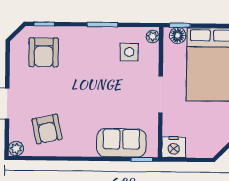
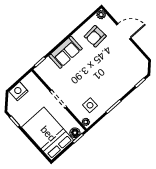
armchair: (44, 52) -> (129, 70), removed
armchair: (47, 129) -> (95, 36), turned -82
sofa: (121, 143) -> (65, 52), moved
nightstand: (174, 147) -> (19, 91), moved

